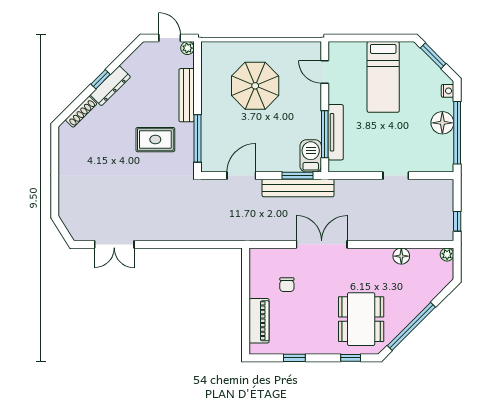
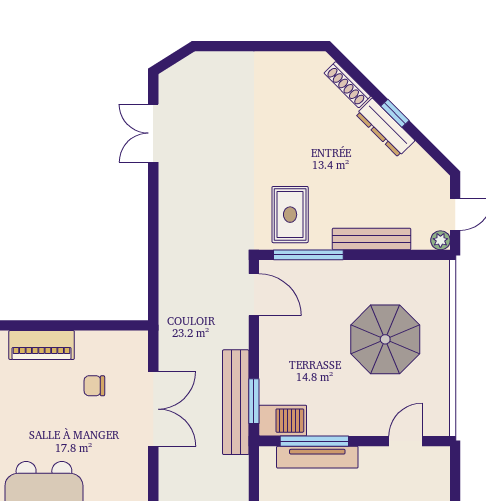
rug: (155, 140) -> (290, 215), moved
door: (241, 176) -> (254, 295), moved
double door: (322, 244) -> (153, 409), moved

